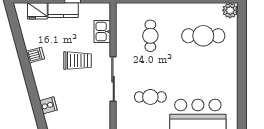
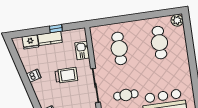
cafe table: (150, 36) -> (119, 48), width x1.37, depth x1.35
cafe table: (203, 36) -> (159, 43), turned 90

